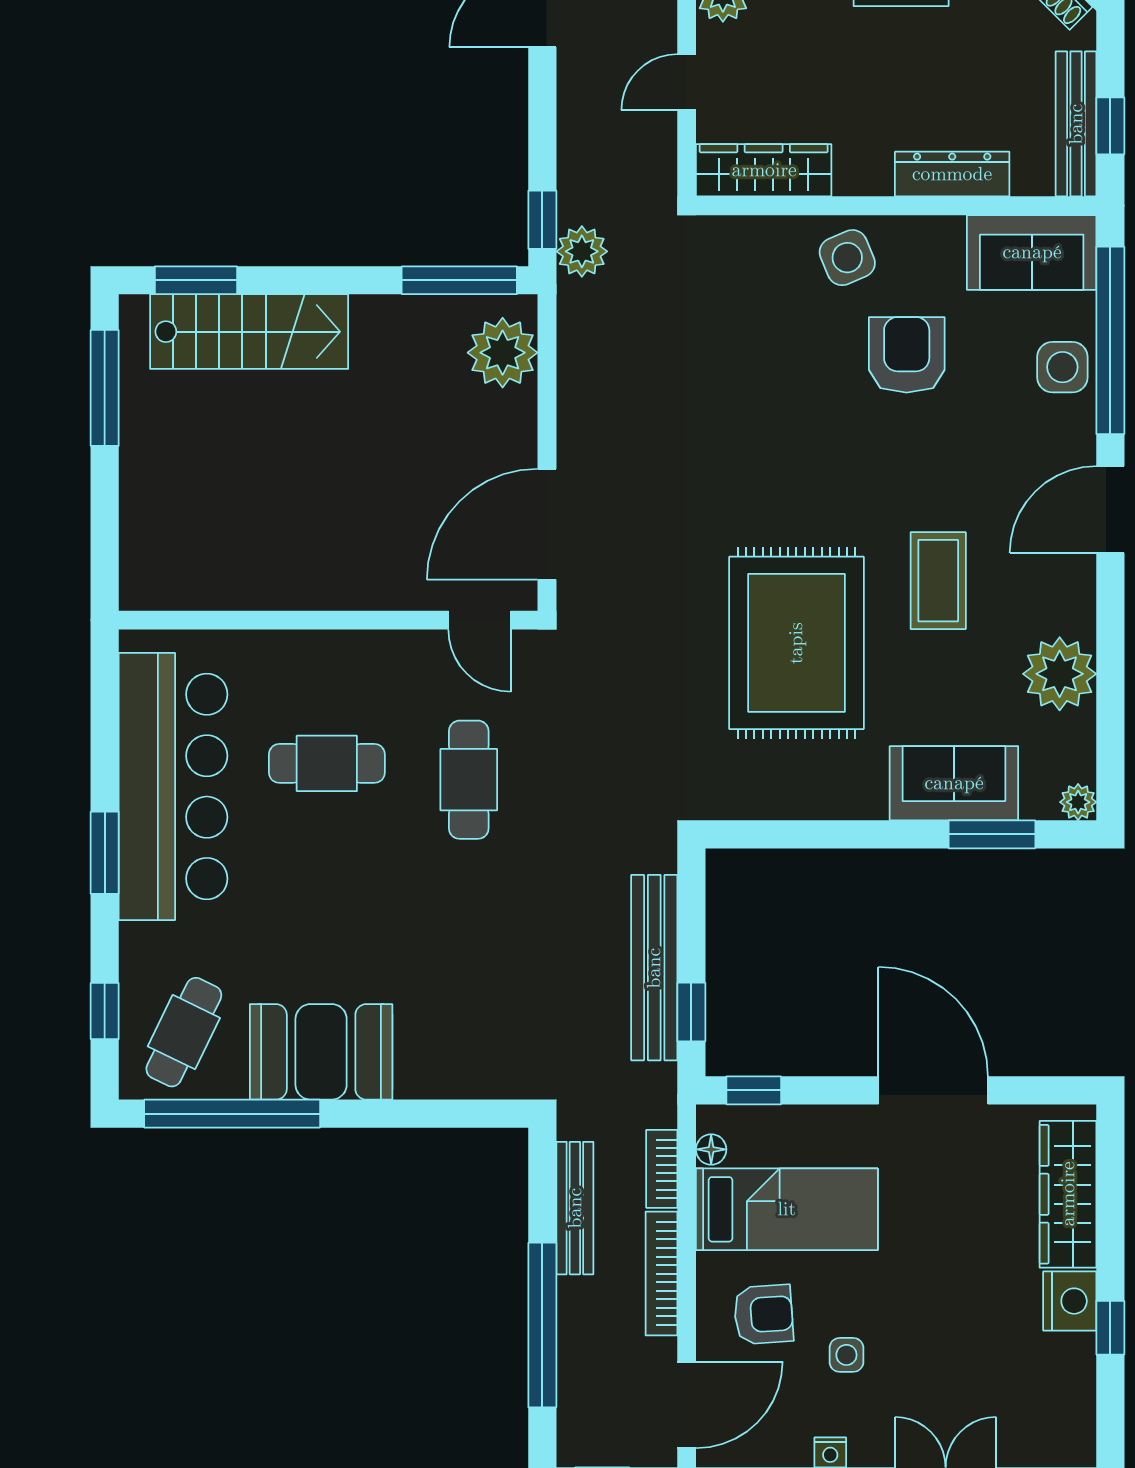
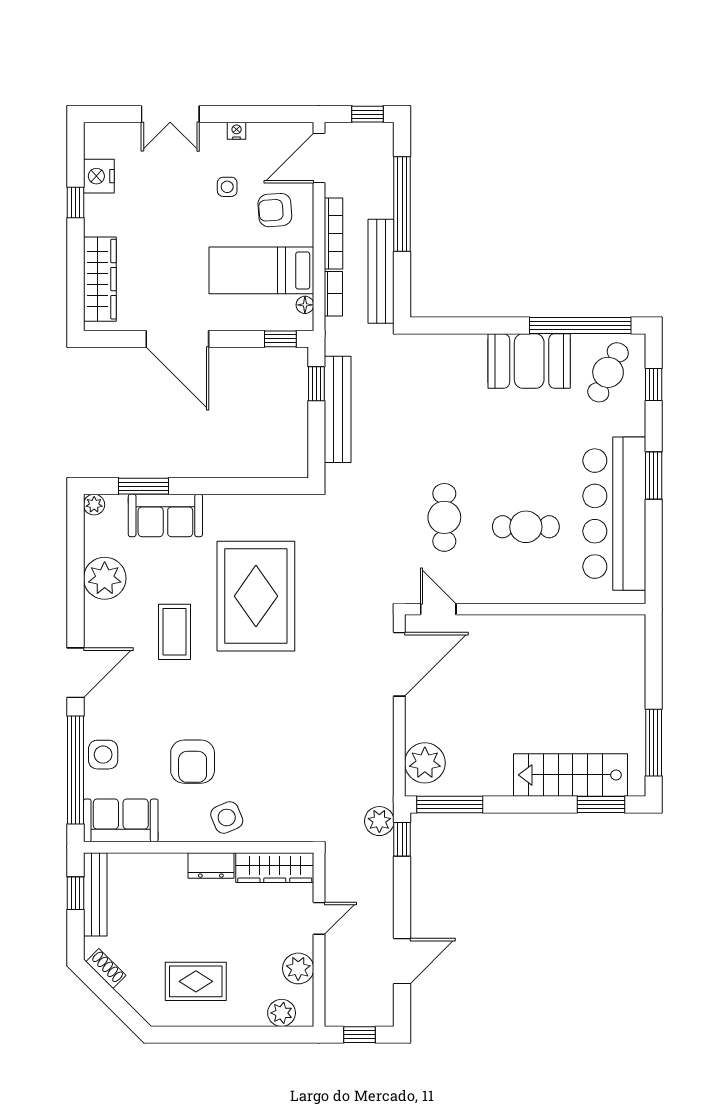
dresser: (952, 174) -> (211, 866), moved, width x0.70
bench: (575, 1208) -> (381, 271), width x1.37, depth x1.21
nightstand: (1070, 1301) -> (99, 176), moved

